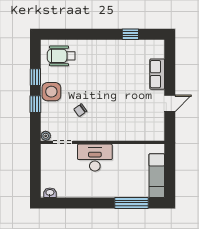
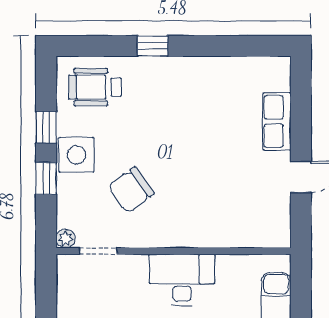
window: (130, 34) -> (152, 46), moved
chair: (80, 110) -> (131, 190), width x1.87, depth x1.87
desk: (95, 158) -> (182, 280), moved

